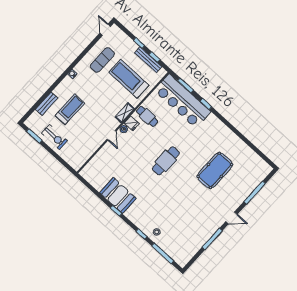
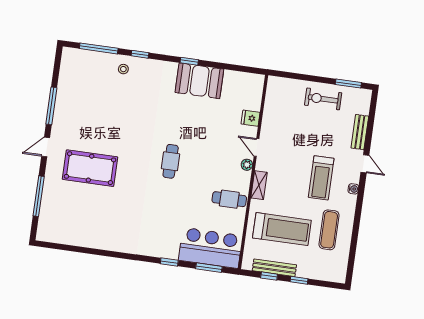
door: (105, 30) -> (365, 164), moved
bar counter: (183, 101) -> (210, 248), width x0.73
treadmill: (70, 109) -> (321, 178), moved
fridge: (132, 123) -> (251, 118), moved
cafe table: (166, 161) -> (171, 161), width x0.73, depth x0.74
pool table: (215, 170) -> (90, 168), moved, turned 90

